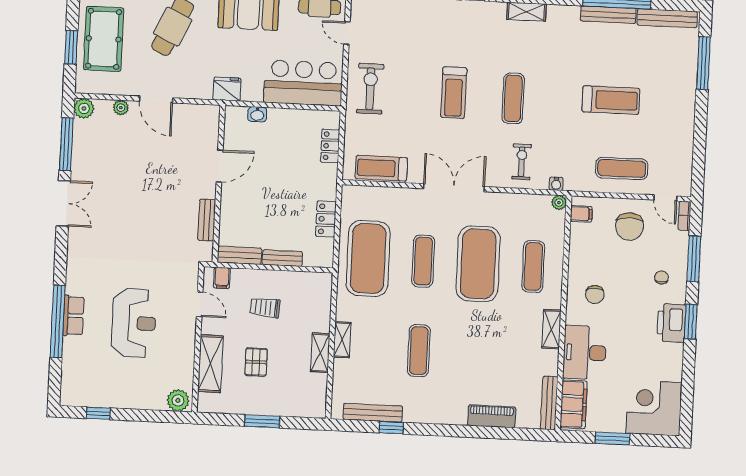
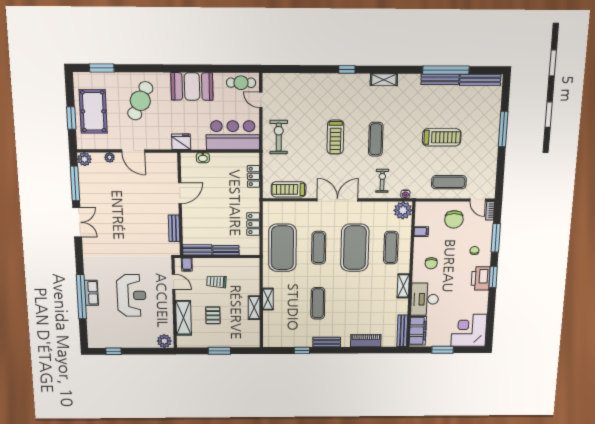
window: (703, 63) -> (503, 129), moved
plant: (559, 202) -> (403, 210), width x1.88, depth x1.88
filing cabinet: (581, 214) -> (421, 232), moved
bench: (373, 413) -> (327, 342), moved, width x0.73

